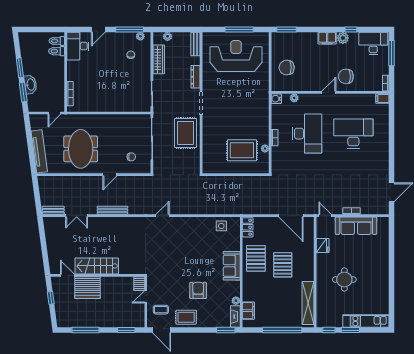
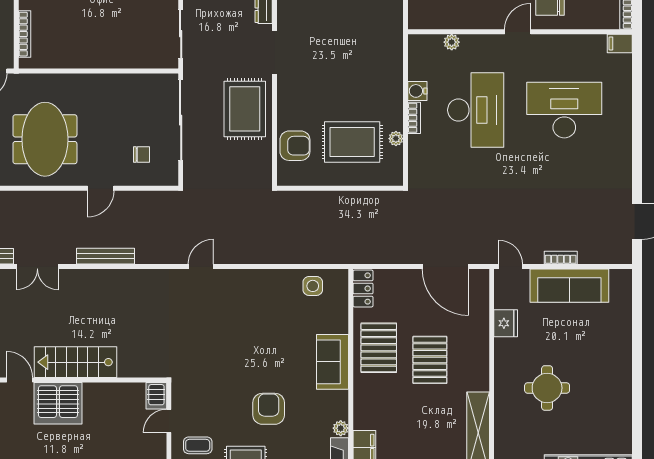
water cooler: (276, 99) -> (417, 91), moved
armchair: (212, 152) -> (295, 146), added

